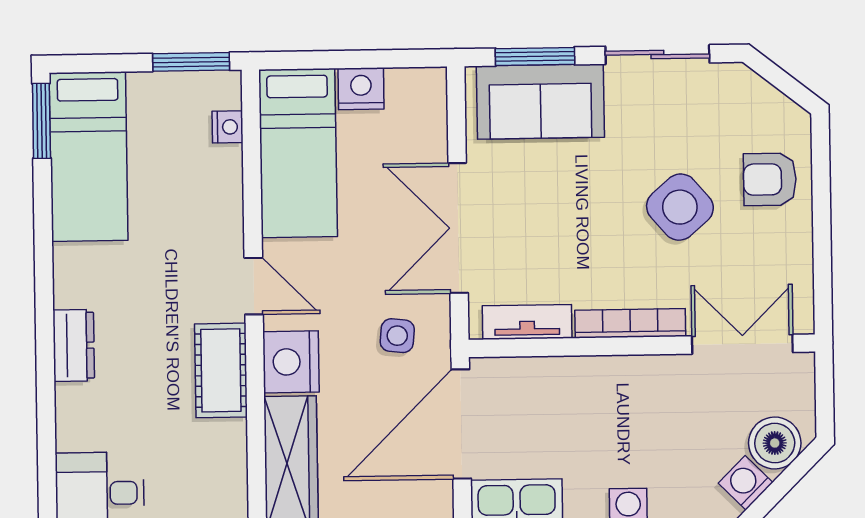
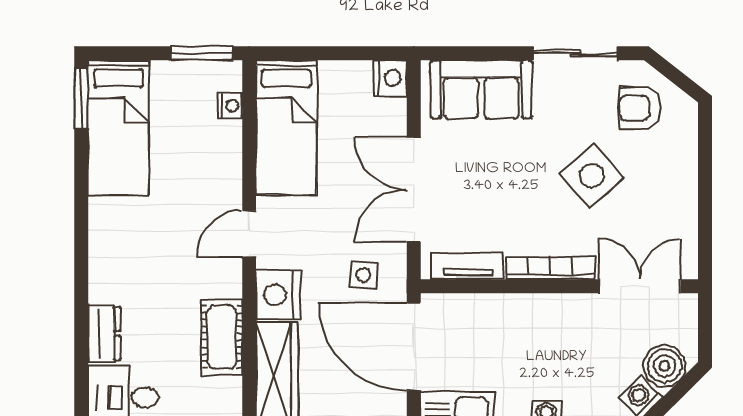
window: (535, 57) -> (477, 53), removed
nightstand: (361, 89) -> (390, 78), moved, turned 90
armchair: (770, 179) -> (640, 108), moved
door: (254, 286) -> (249, 234), swing flipped
dresser: (74, 345) -> (104, 333), moved
cot: (221, 370) -> (222, 337), moved
door: (461, 424) -> (414, 347), hinge flipped

